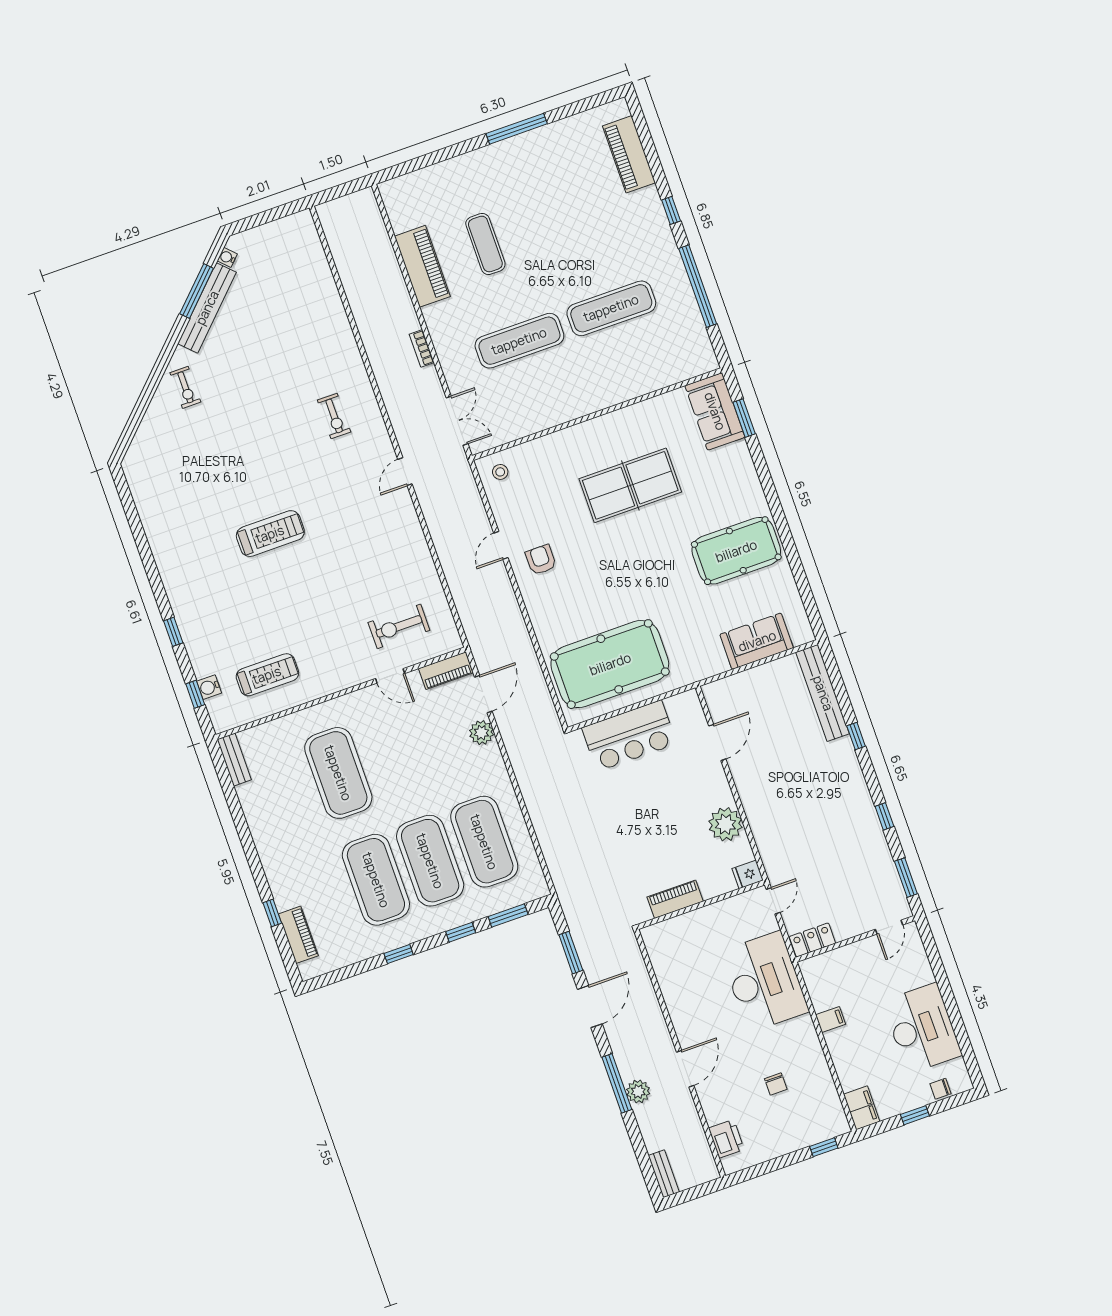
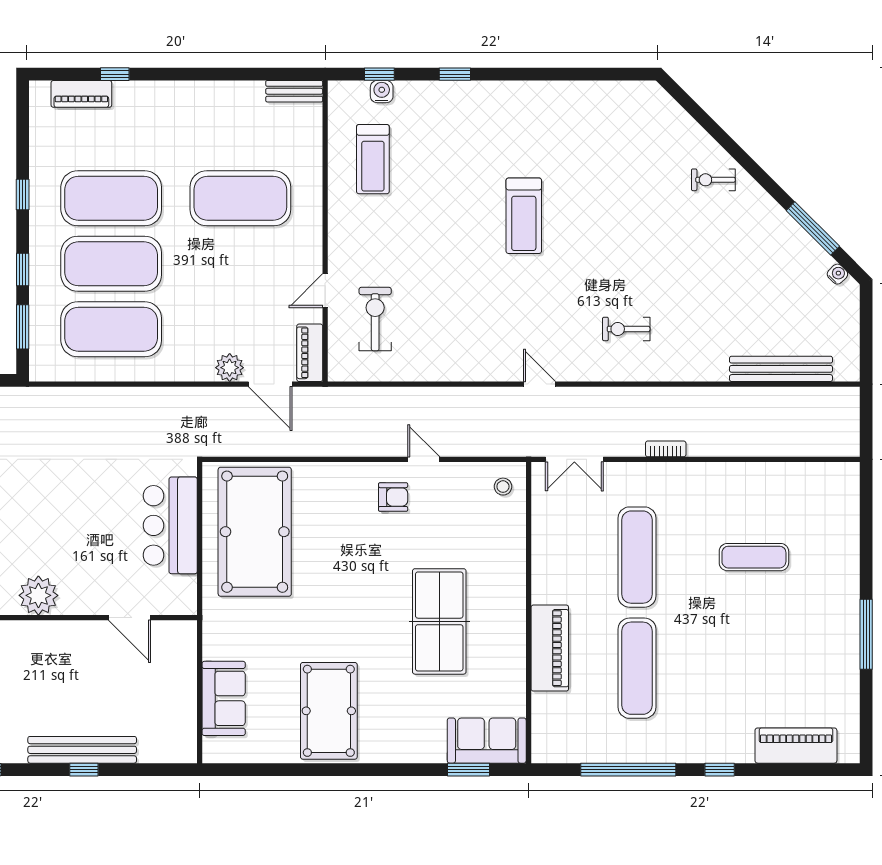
piano: (422, 266) -> (550, 648), moved, turned -90
bench: (207, 308) -> (781, 369), moved, turned -45
bench: (823, 693) -> (82, 750), moved

